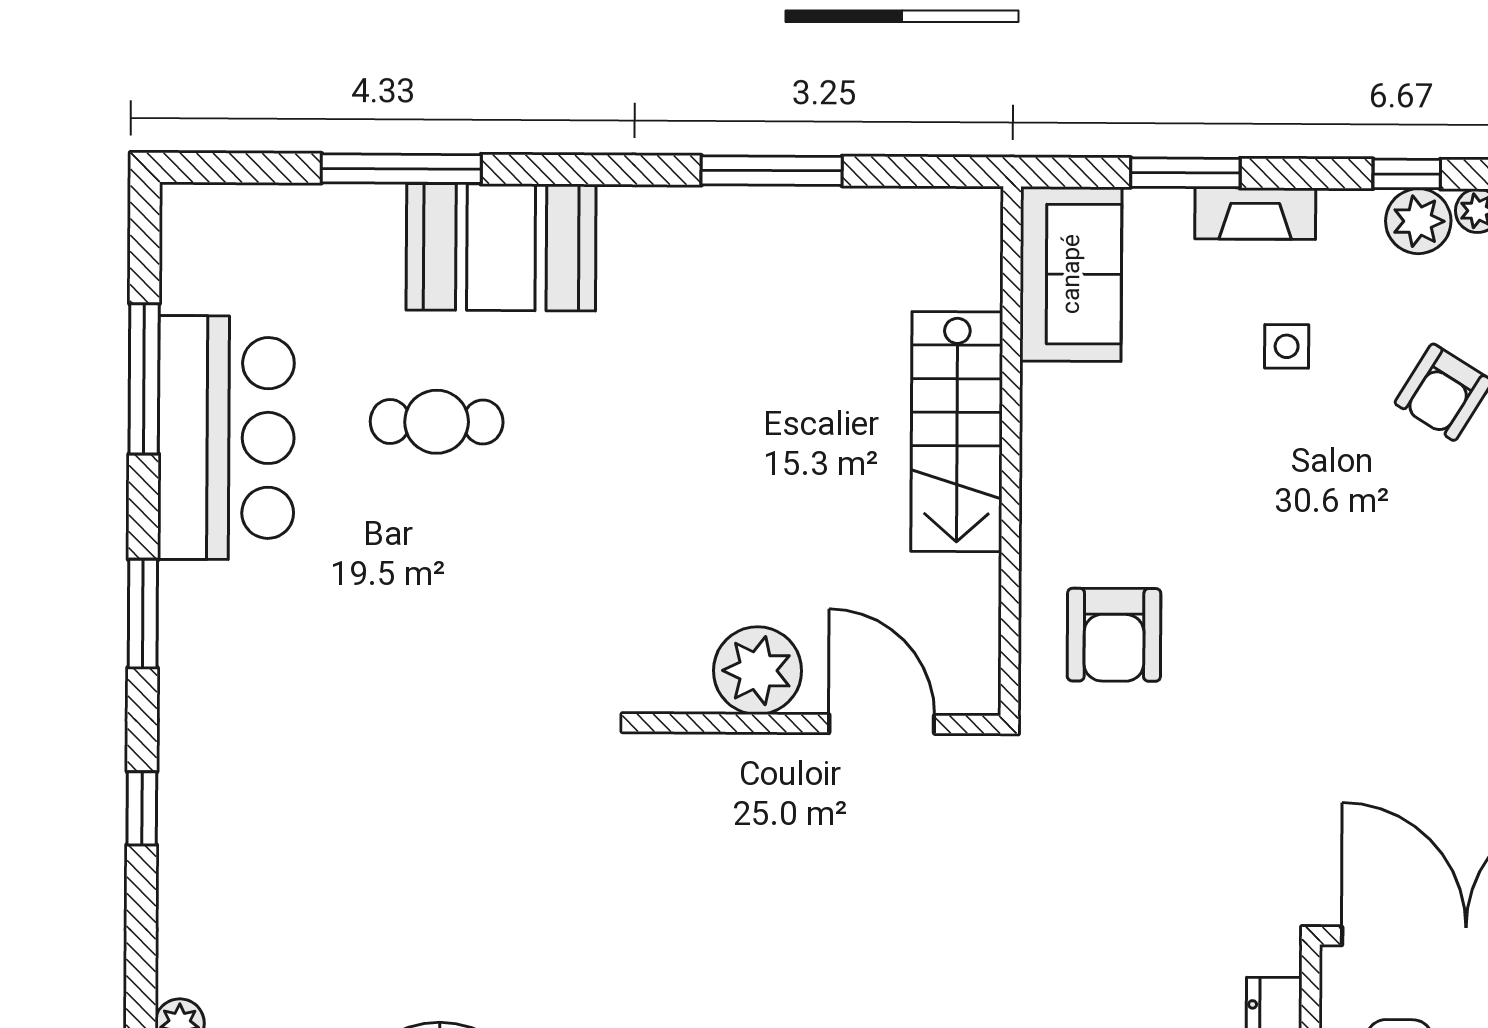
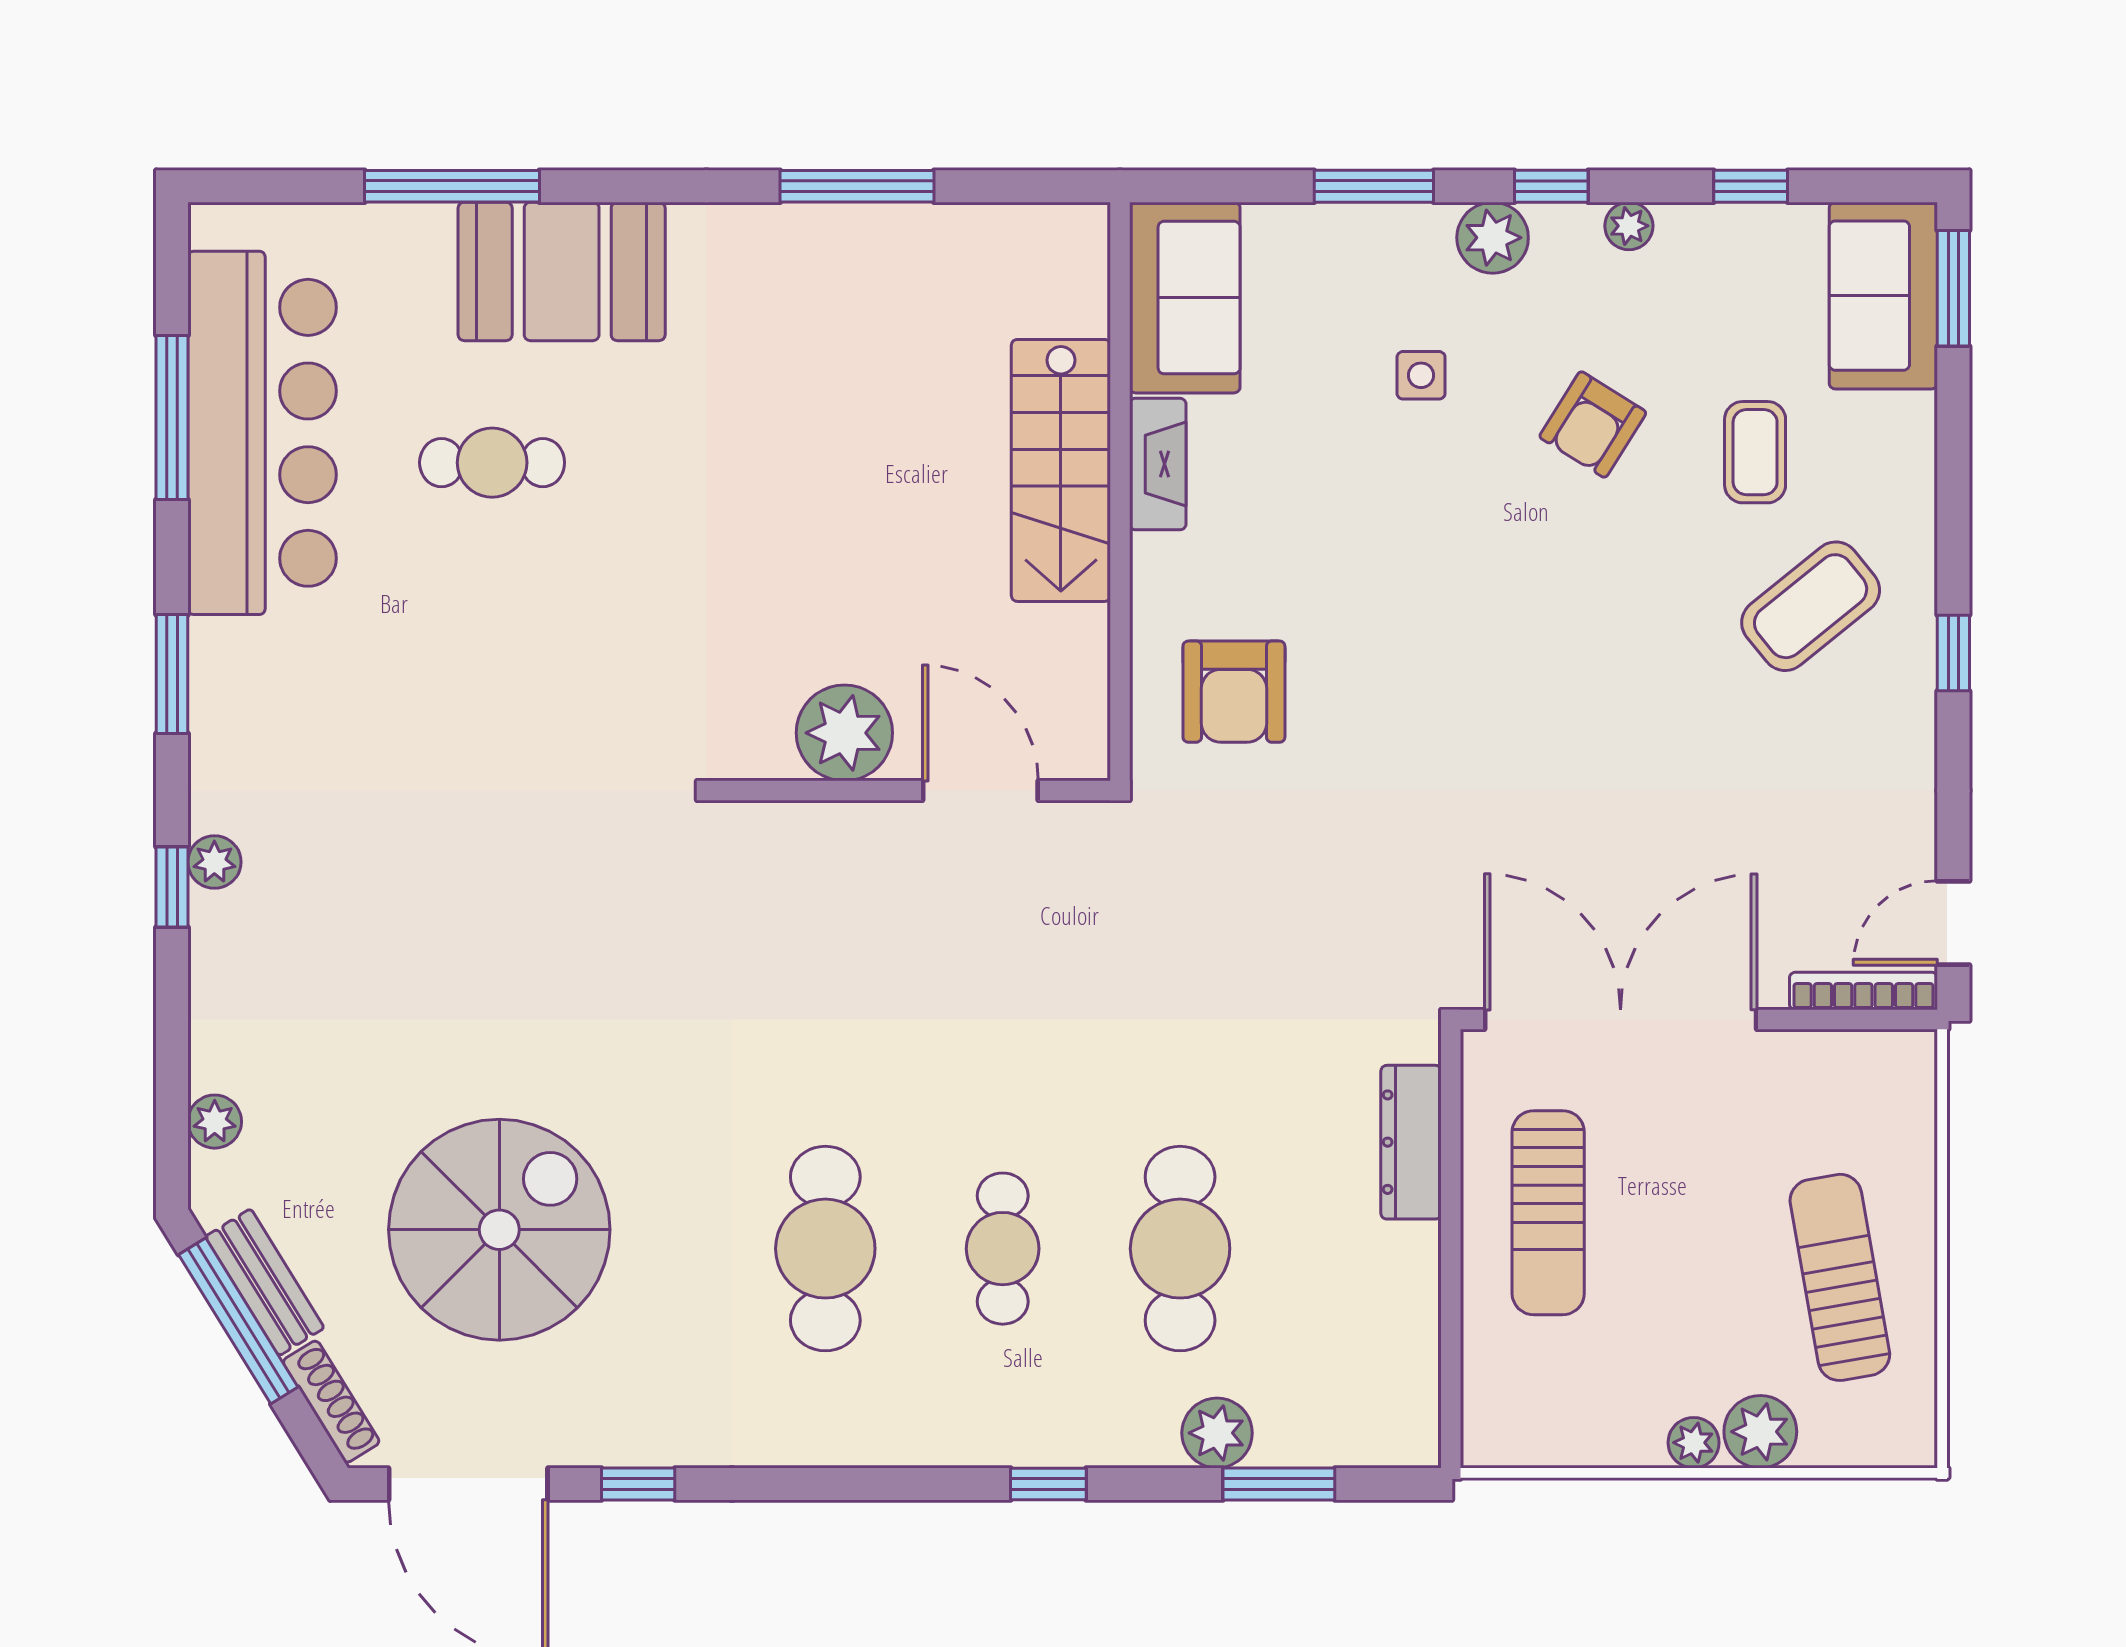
window: (1185, 173) -> (1374, 186), moved
fireplace: (1255, 213) -> (1158, 464), moved, turned -90
plant: (1418, 221) -> (1493, 238), moved
bar counter: (226, 438) -> (262, 433), width x1.36
plant: (181, 786) -> (214, 862), added

